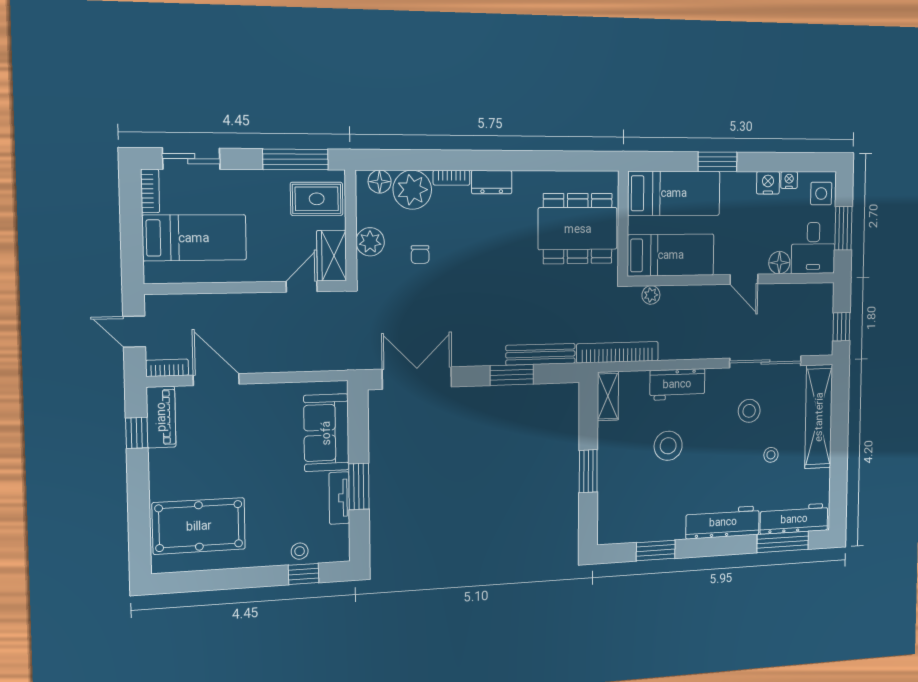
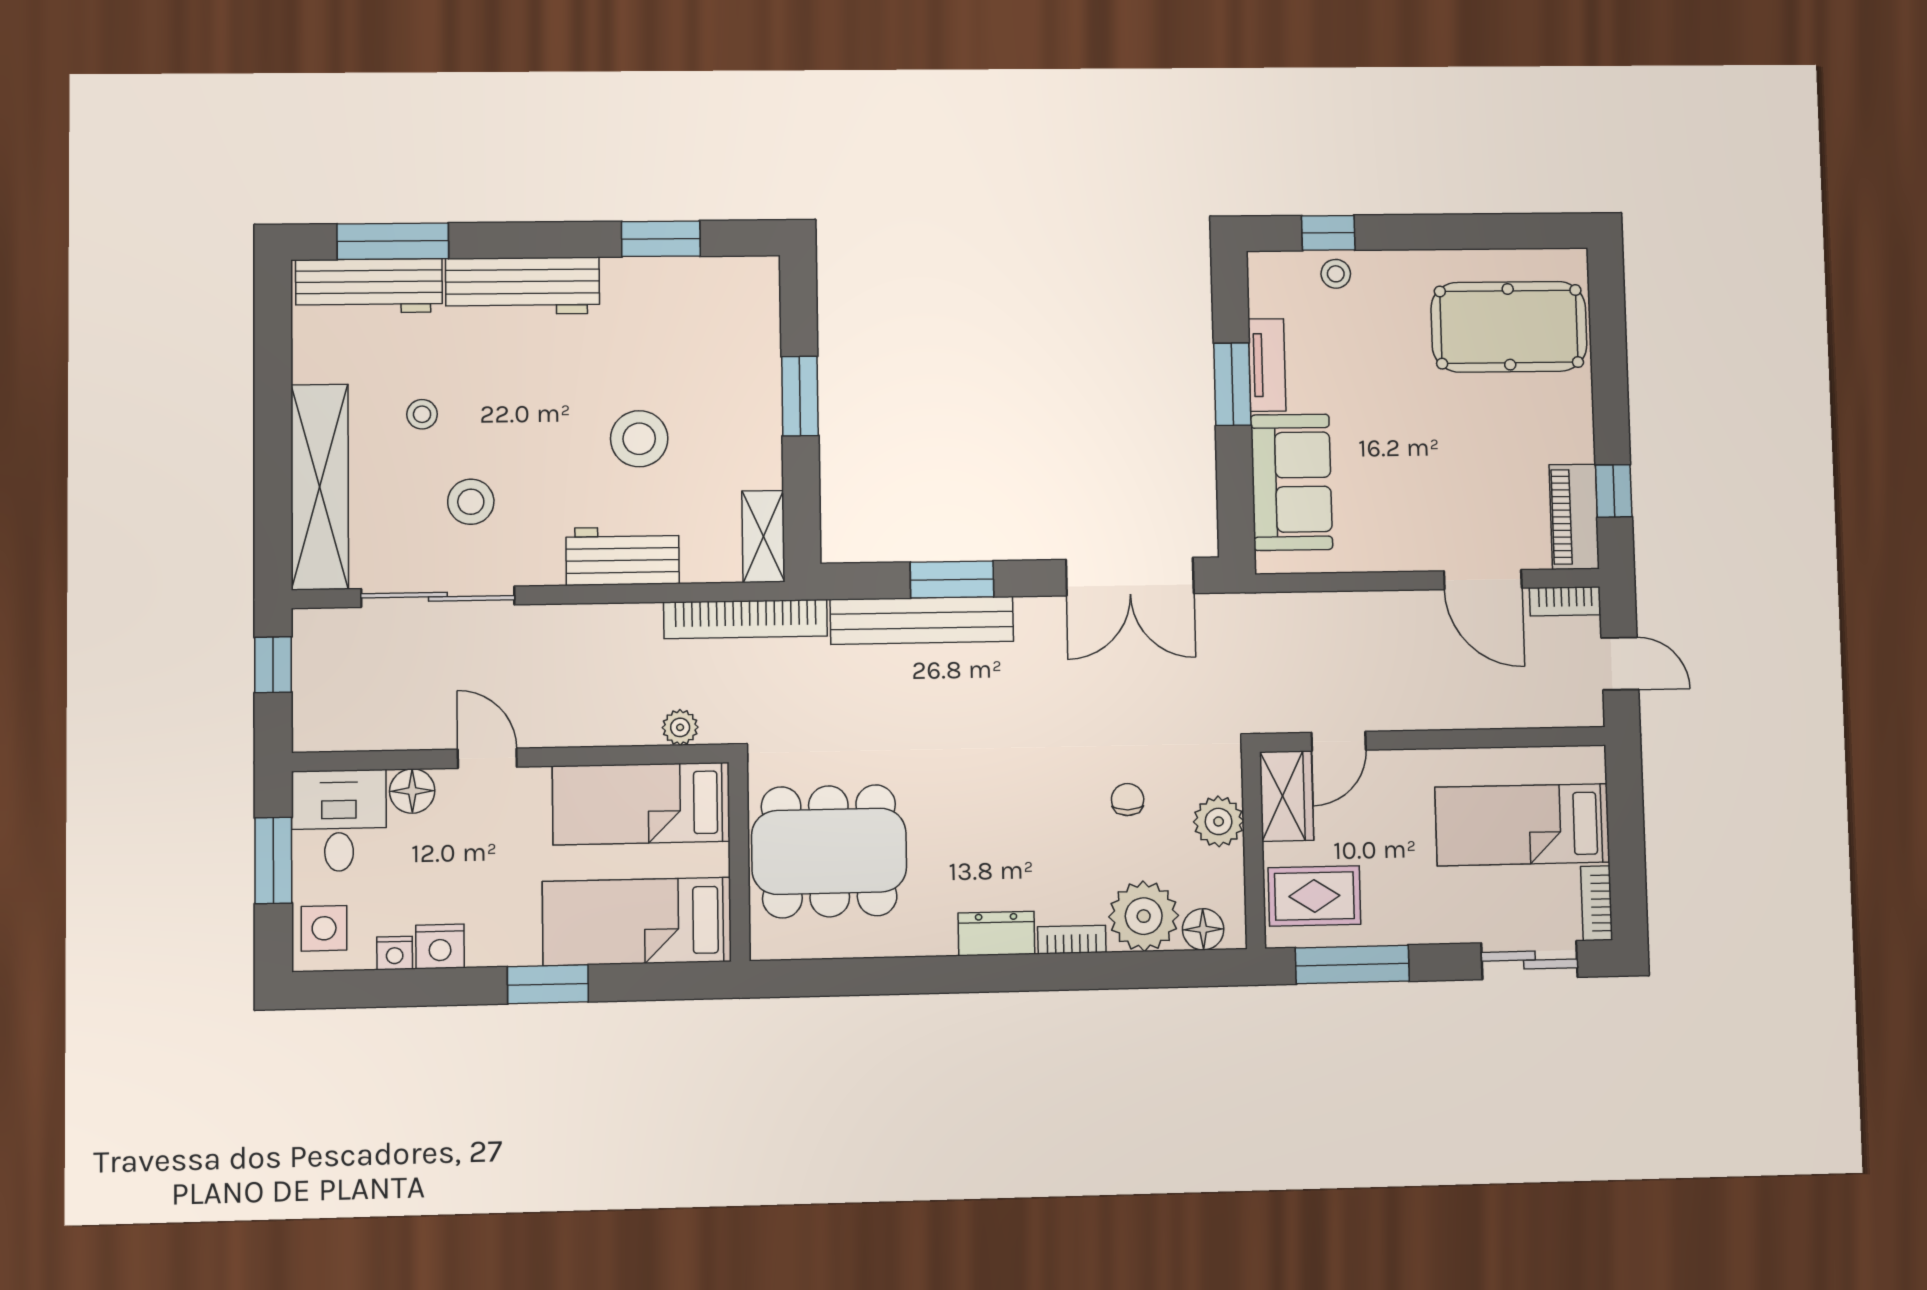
bench: (541, 354) -> (922, 620), width x1.37, depth x1.21

